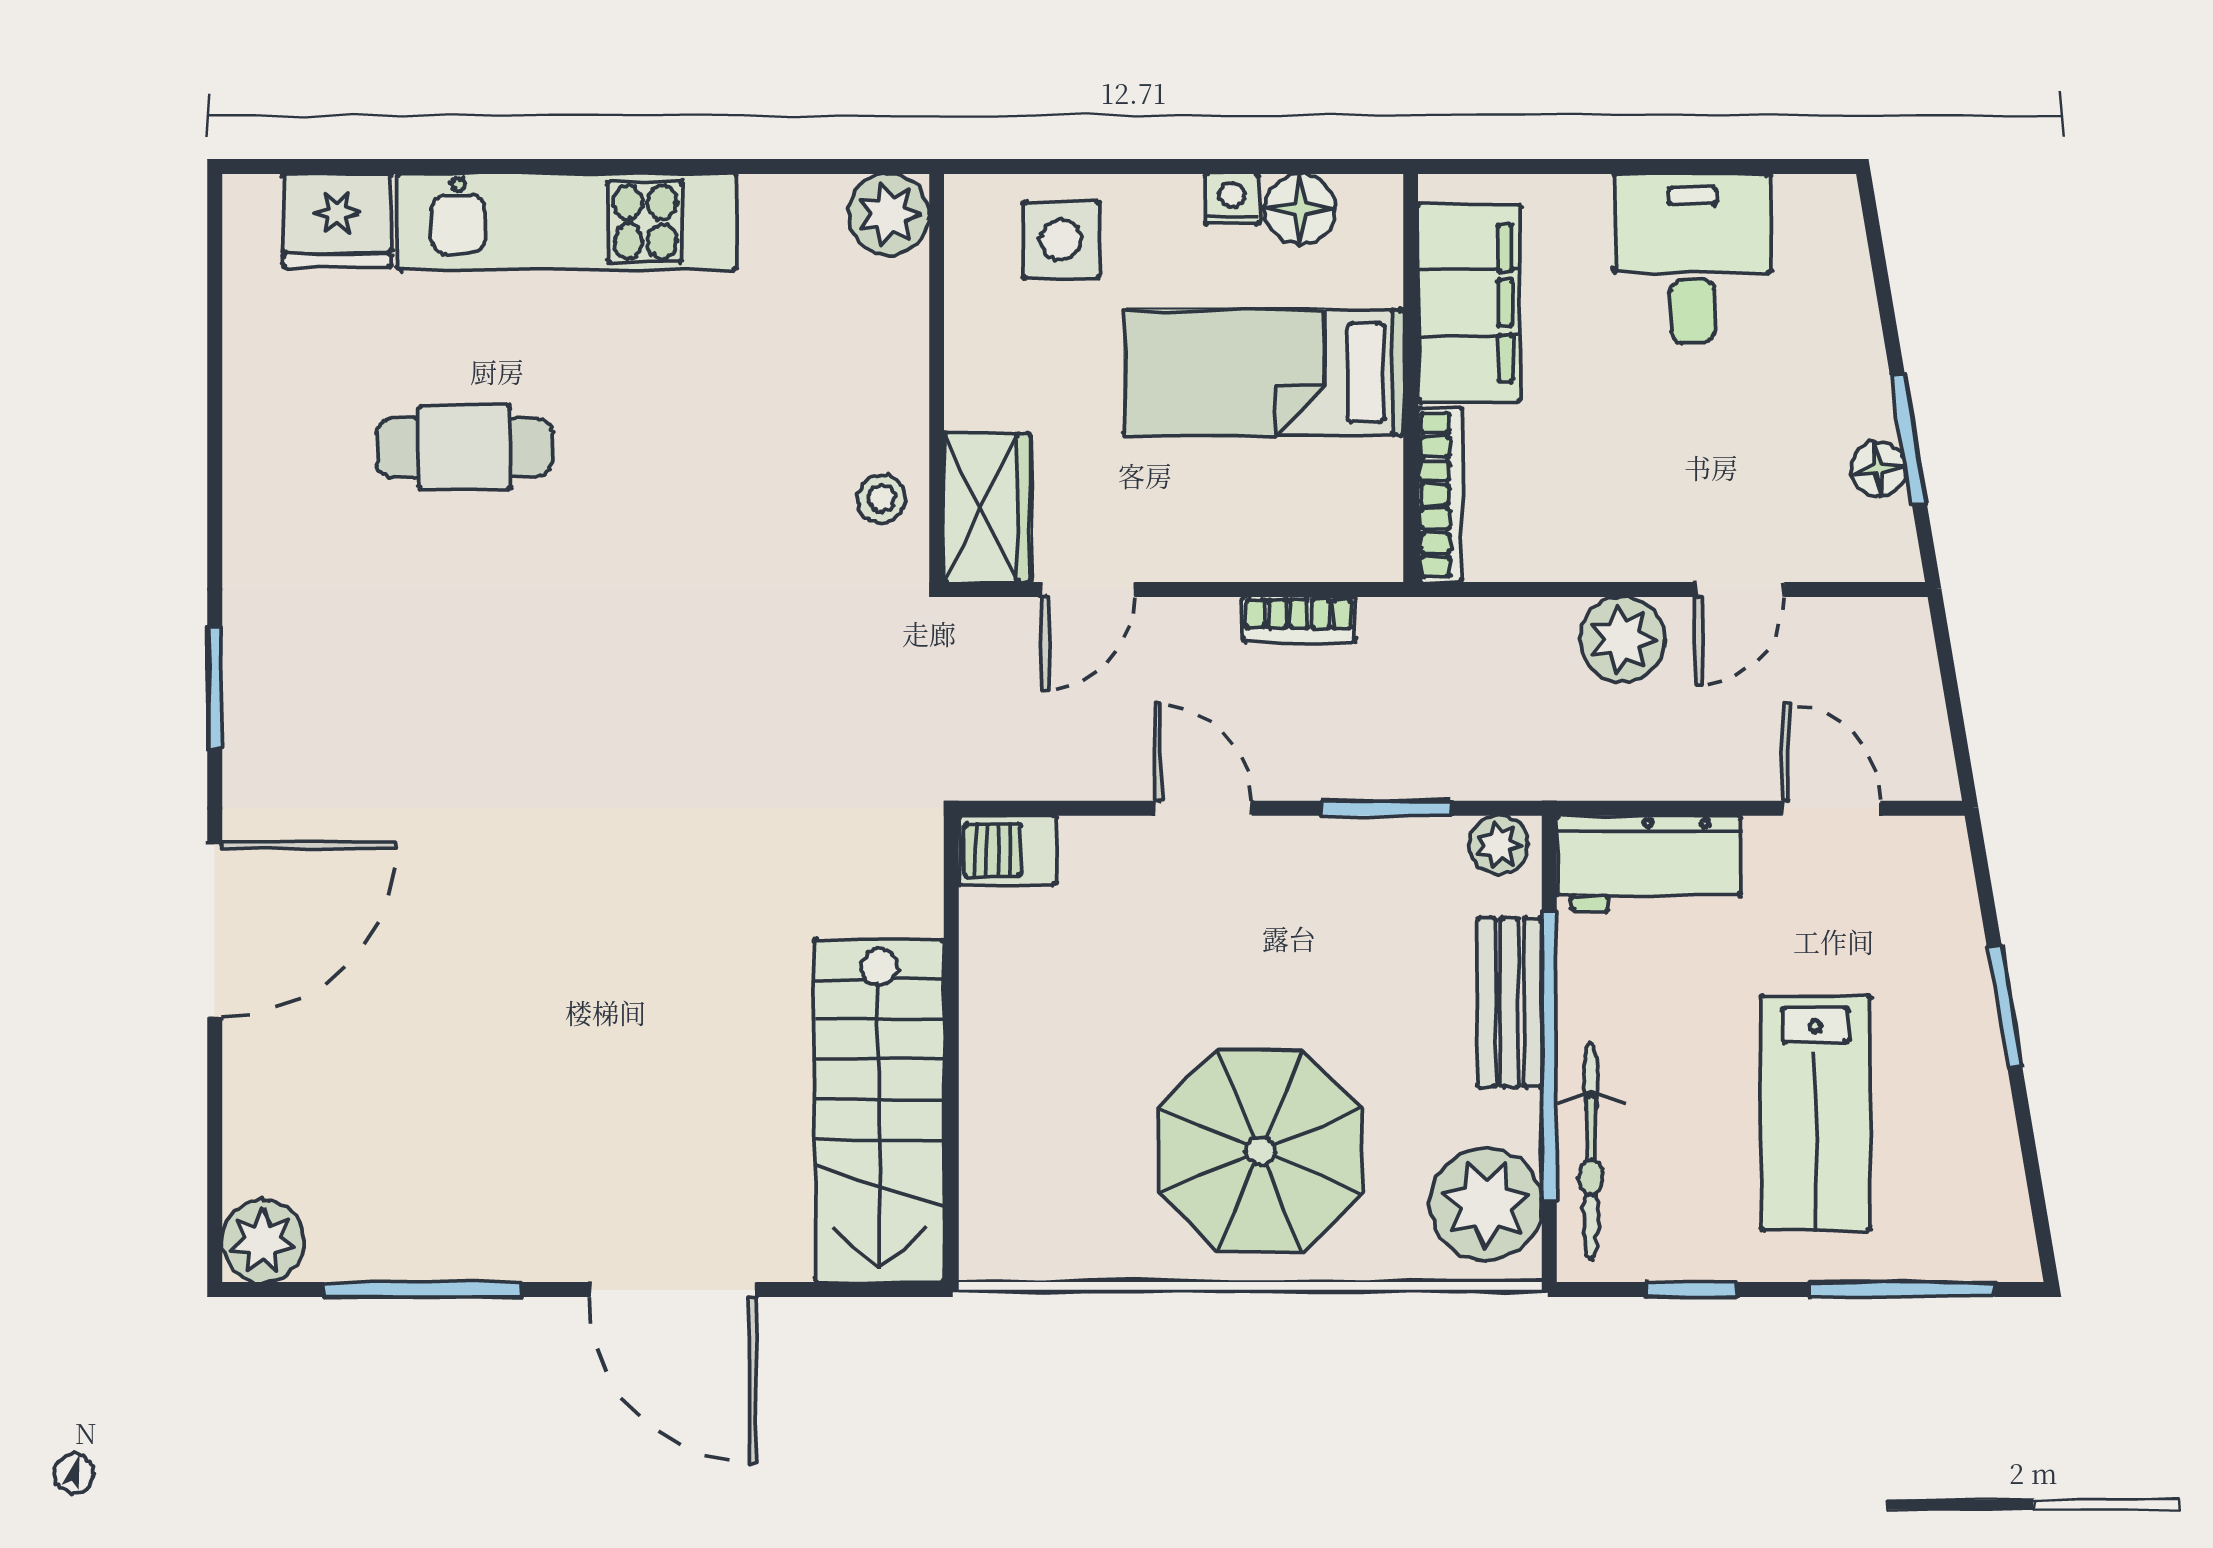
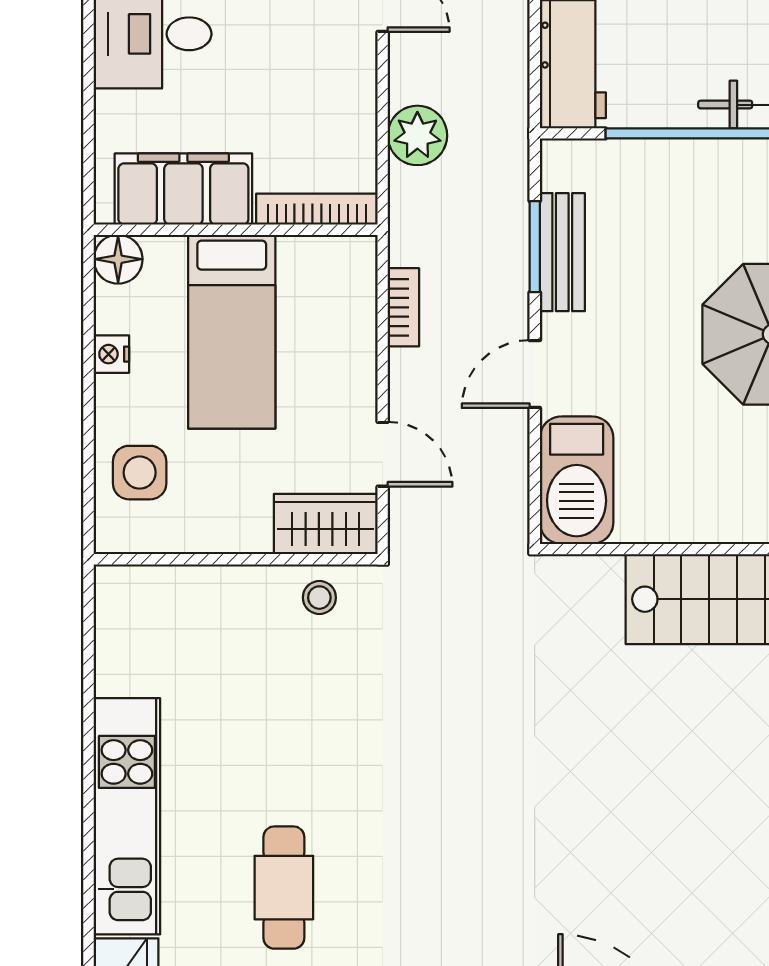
floor lamp: (1300, 209) -> (118, 259), moved
plant: (889, 214) -> (122, 593), removed
plant: (1622, 640) -> (417, 135), moved
plant: (1499, 845) -> (560, 169), removed
barbecue: (1007, 850) -> (577, 480), width x1.88, depth x1.53
bench: (1510, 1002) -> (562, 252), moved, turned 90

